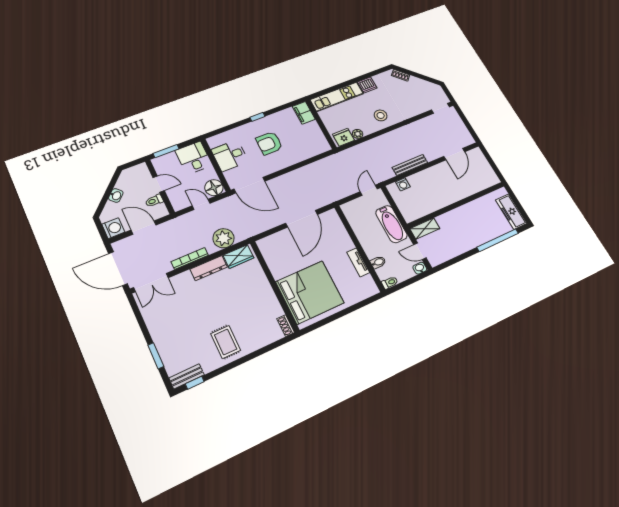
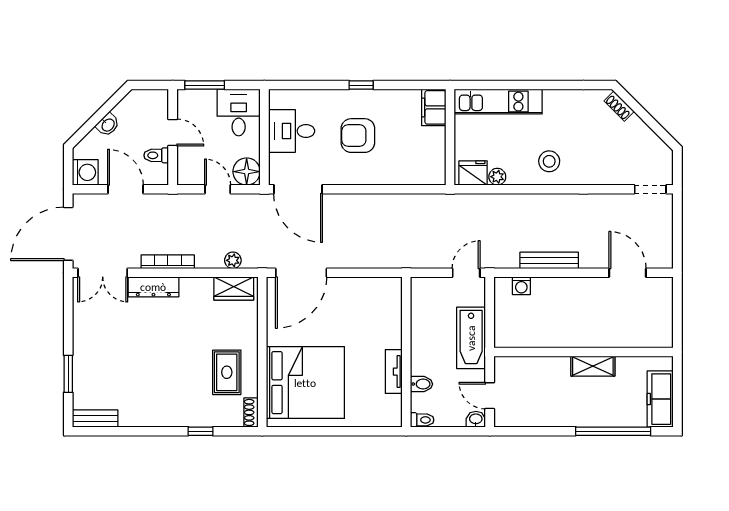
dishwasher: (367, 85) -> (557, 101), removed
door: (454, 154) -> (627, 273), swing flipped
door: (302, 219) -> (301, 273), moved
shelving: (425, 229) -> (593, 366), moved
plant: (224, 238) -> (233, 260), width x0.53, depth x0.53
dresser: (209, 268) -> (153, 287), moved
door: (118, 269) -> (68, 234), hinge flipped
rug: (226, 342) -> (227, 372), moved
window: (195, 383) -> (201, 431), moved

